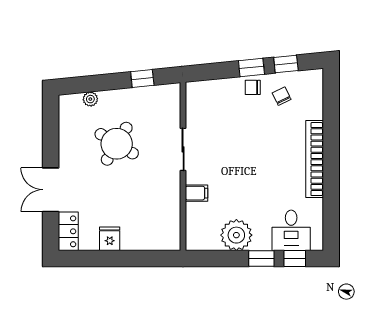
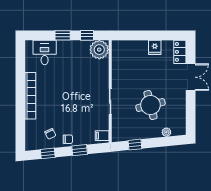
window: (251, 68) -> (80, 150), moved
round table: (117, 144) -> (150, 105), turned 45
filing cabinet: (196, 193) -> (102, 136), moved
plant: (236, 235) -> (99, 50), moved
window: (295, 259) -> (87, 35), moved

